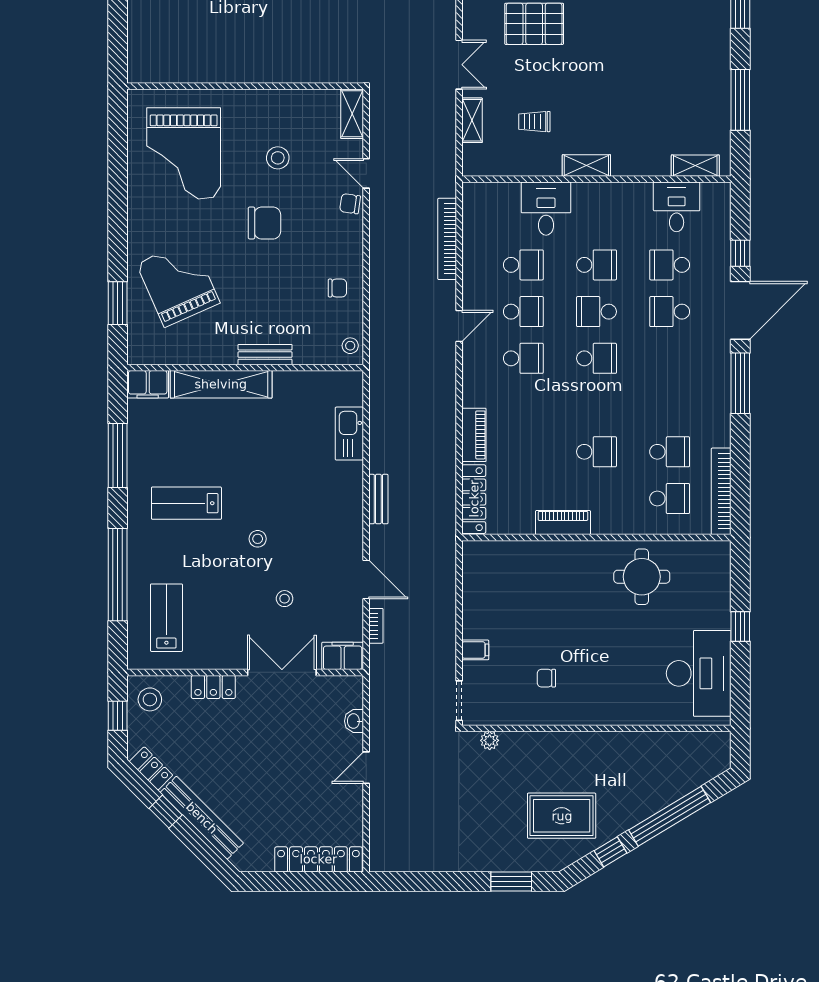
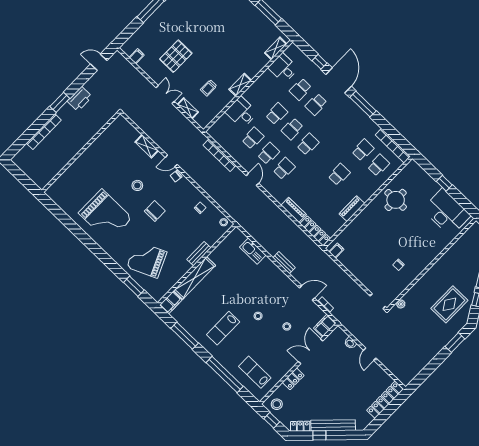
wall: (245, 86) -> (81, 152), moved
filing cabinet: (475, 650) -> (336, 251), moved

